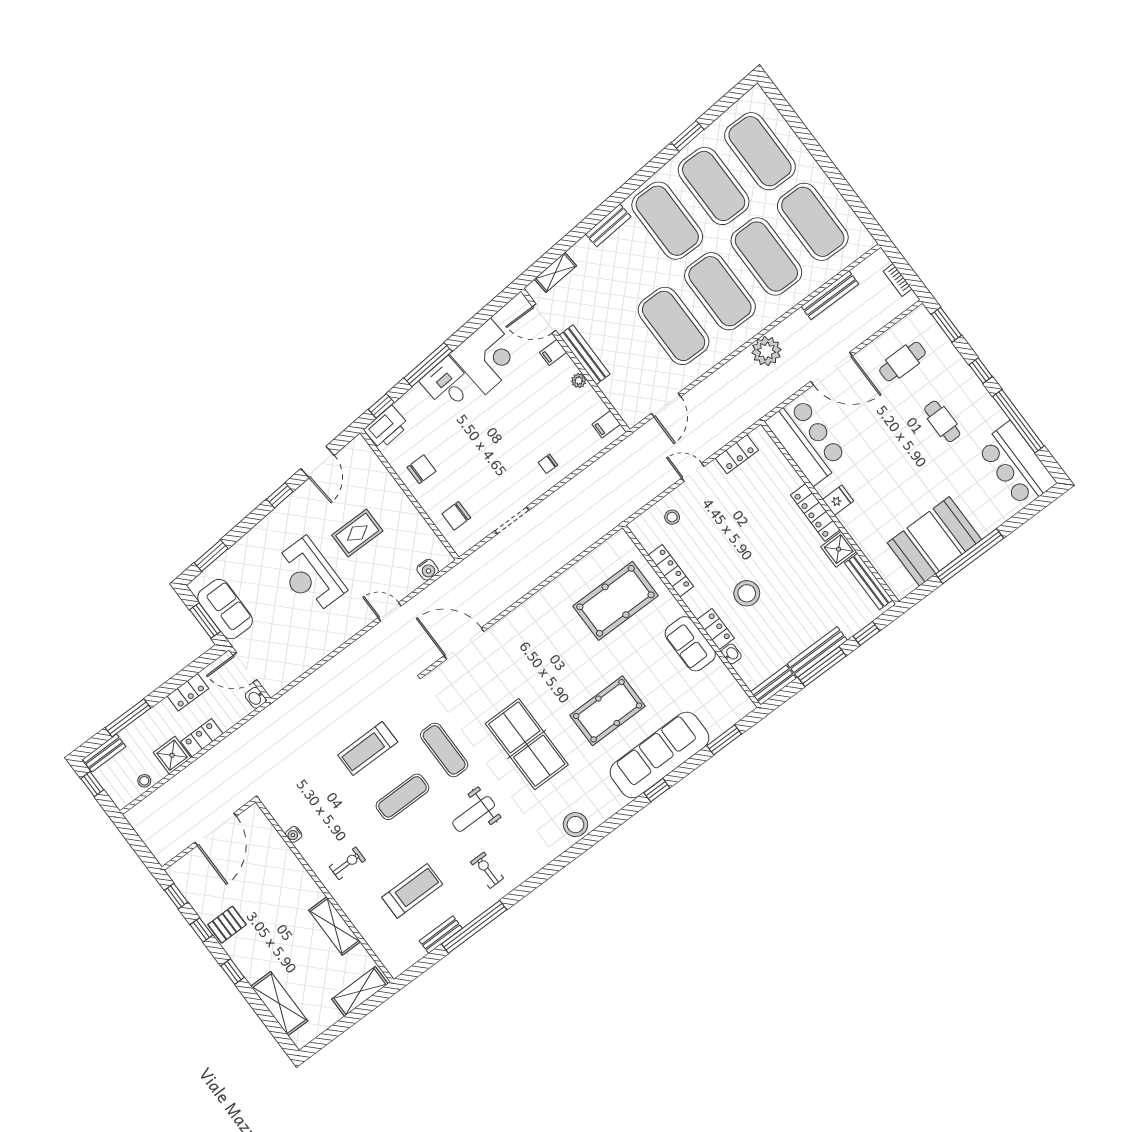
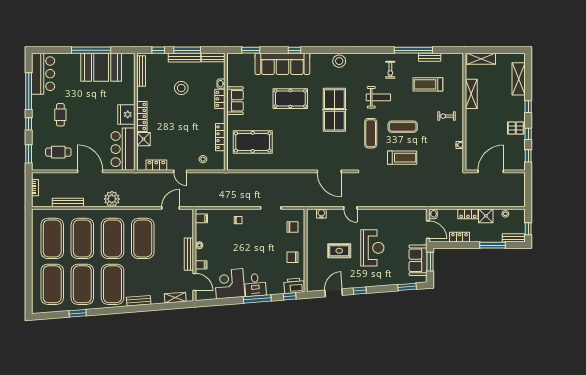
fridge: (838, 500) -> (126, 114), width x1.88, depth x1.34
shower: (839, 549) -> (144, 139), moved
stool: (747, 593) -> (181, 88), moved

